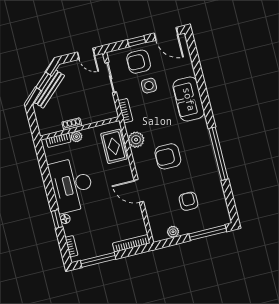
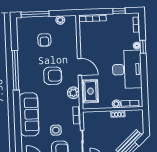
sofa: (189, 99) -> (29, 114), width x1.36
door: (139, 191) -> (80, 67), moved
window: (98, 260) -> (119, 11), width x0.46

